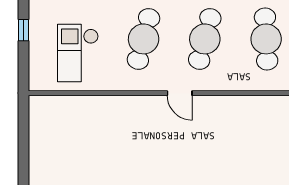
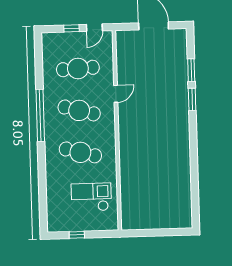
checkout: (78, 53) -> (91, 197), turned 180
door: (180, 93) -> (116, 94), moved

